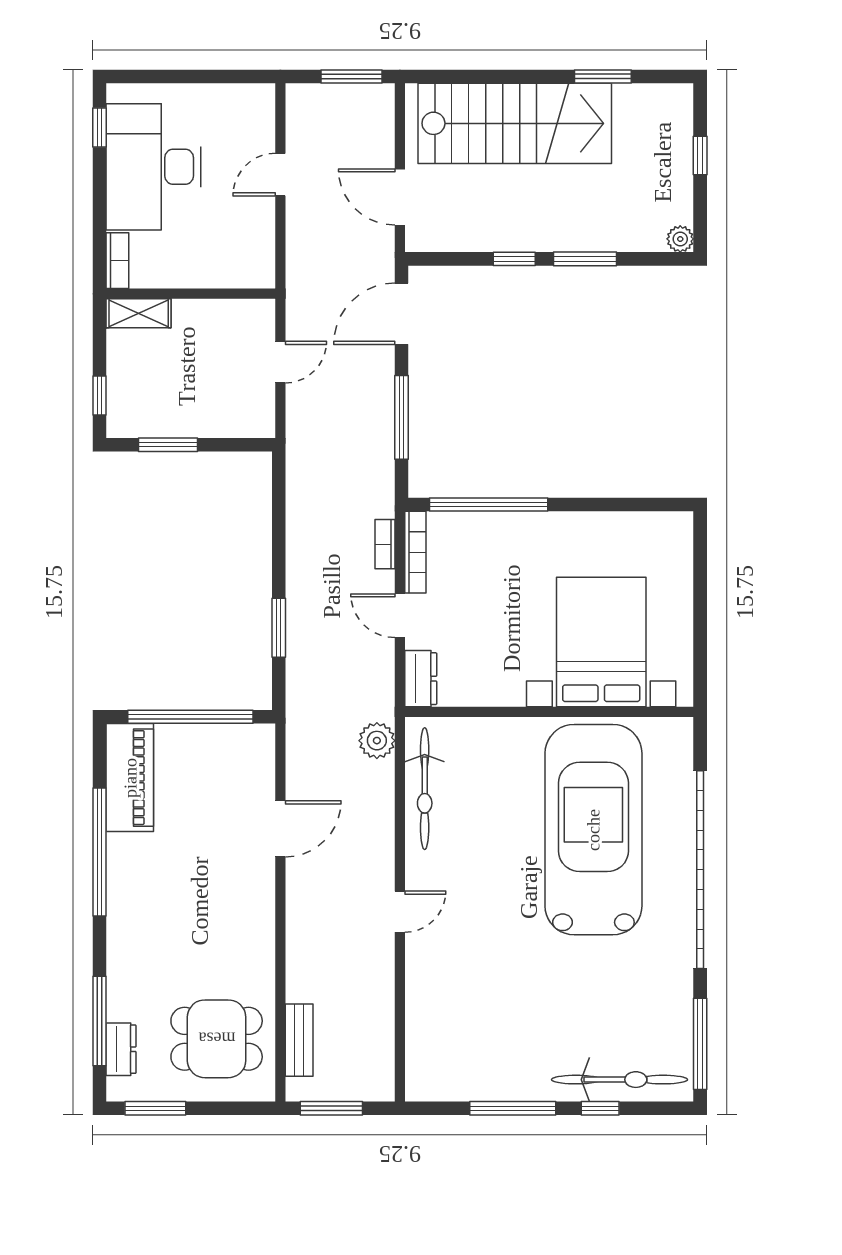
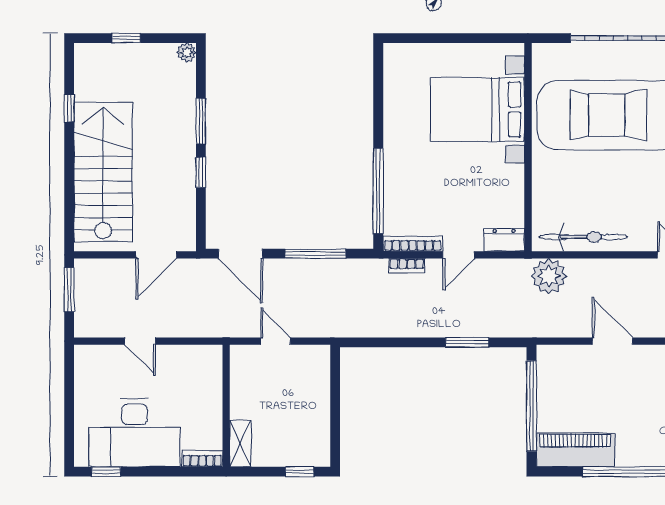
window: (603, 76) -> (69, 108), width x0.67
window: (168, 445) -> (335, 422), removed
plant: (377, 741) -> (549, 276), width x1.36, depth x1.36

